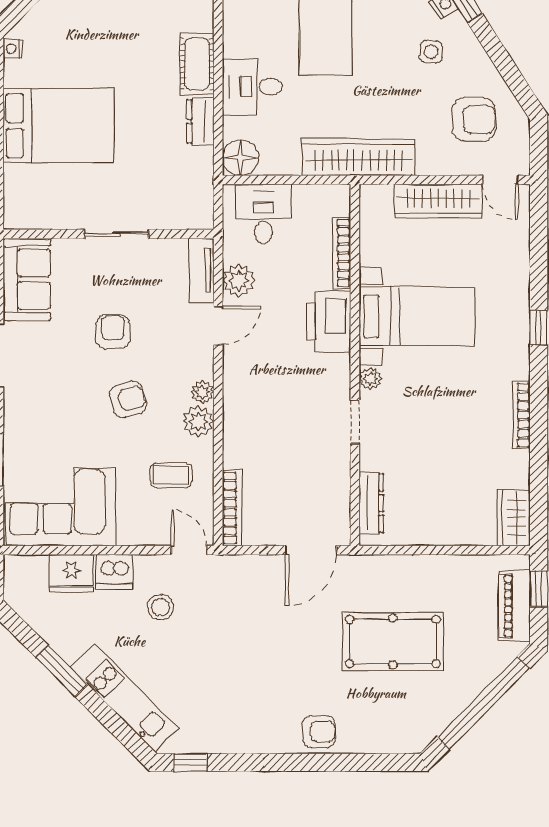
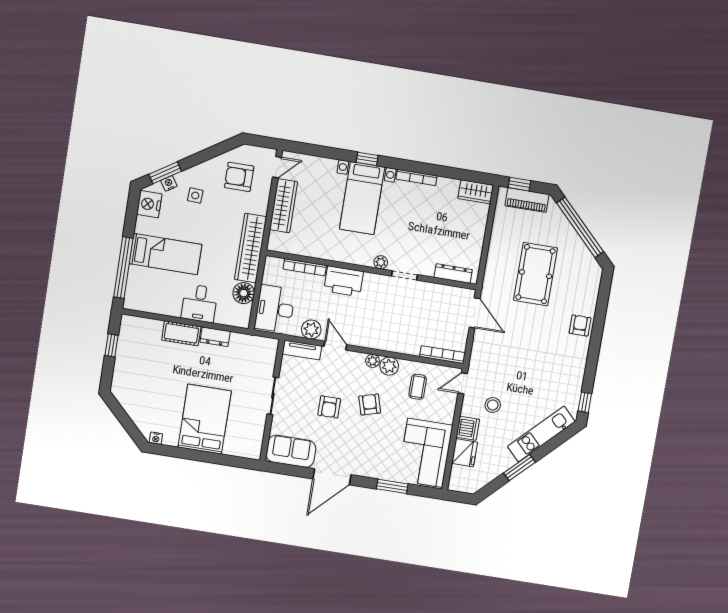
armchair: (474, 120) -> (239, 177), turned -90
floor lamp: (240, 158) -> (244, 293), moved
desk: (263, 214) -> (275, 309), width x1.37
bed with nightstands: (417, 316) -> (362, 198), moved, turned 180
armchair: (113, 332) -> (329, 407), turned -90

